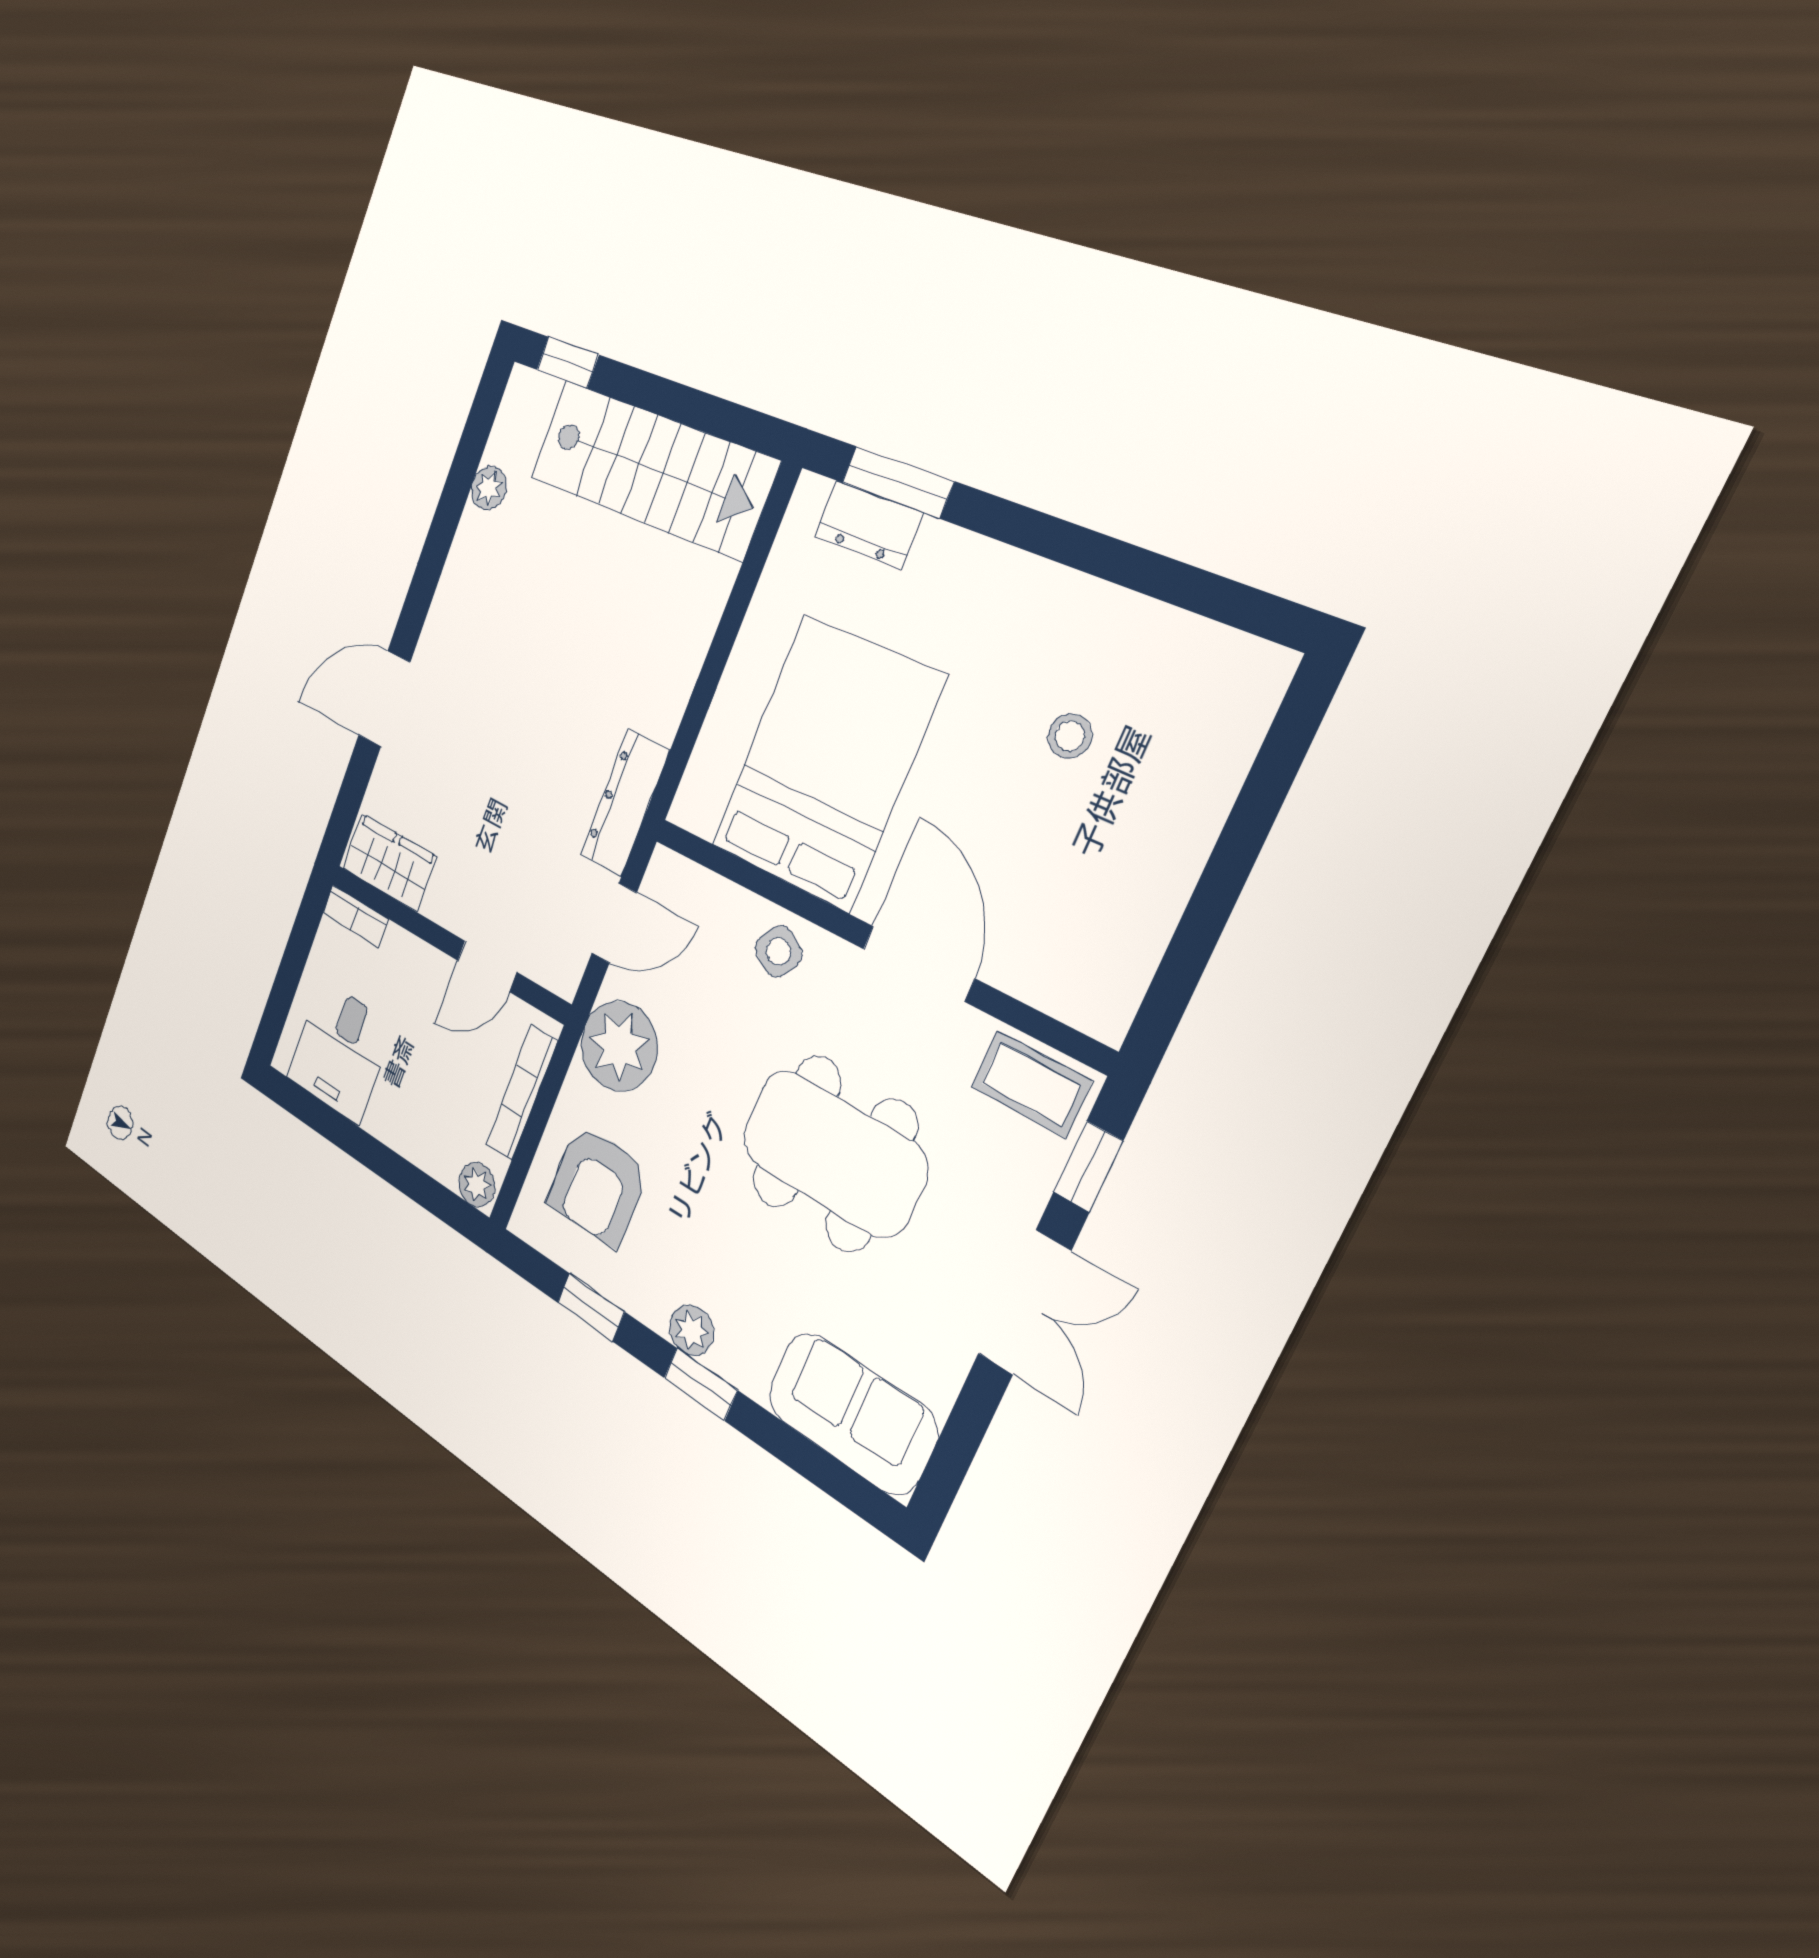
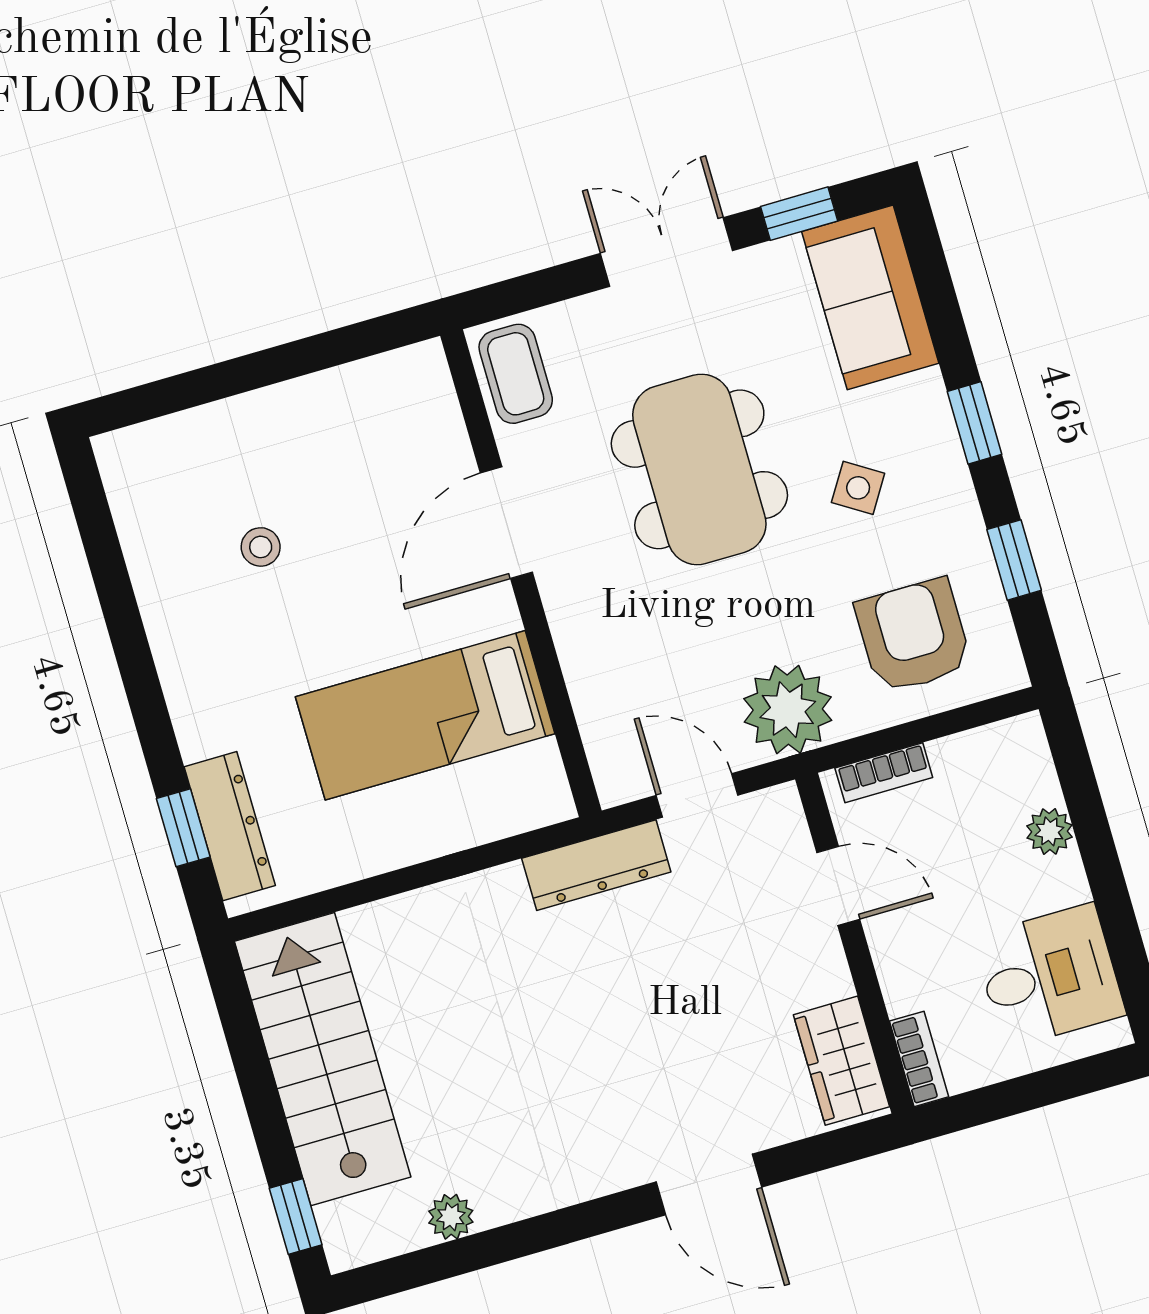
window: (897, 482) -> (183, 828), width x0.67
dresser: (869, 525) -> (230, 826), width x1.44
bed: (826, 763) -> (425, 715), width x0.67
side table: (779, 951) -> (858, 488), moved
bookcase: (522, 1093) -> (884, 773), width x0.64
window: (1088, 1167) -> (799, 214), moved
plant: (477, 1185) -> (1049, 831), moved
armchair: (597, 1185) -> (913, 636), turned -90
plant: (691, 1330) -> (942, 465), removed

